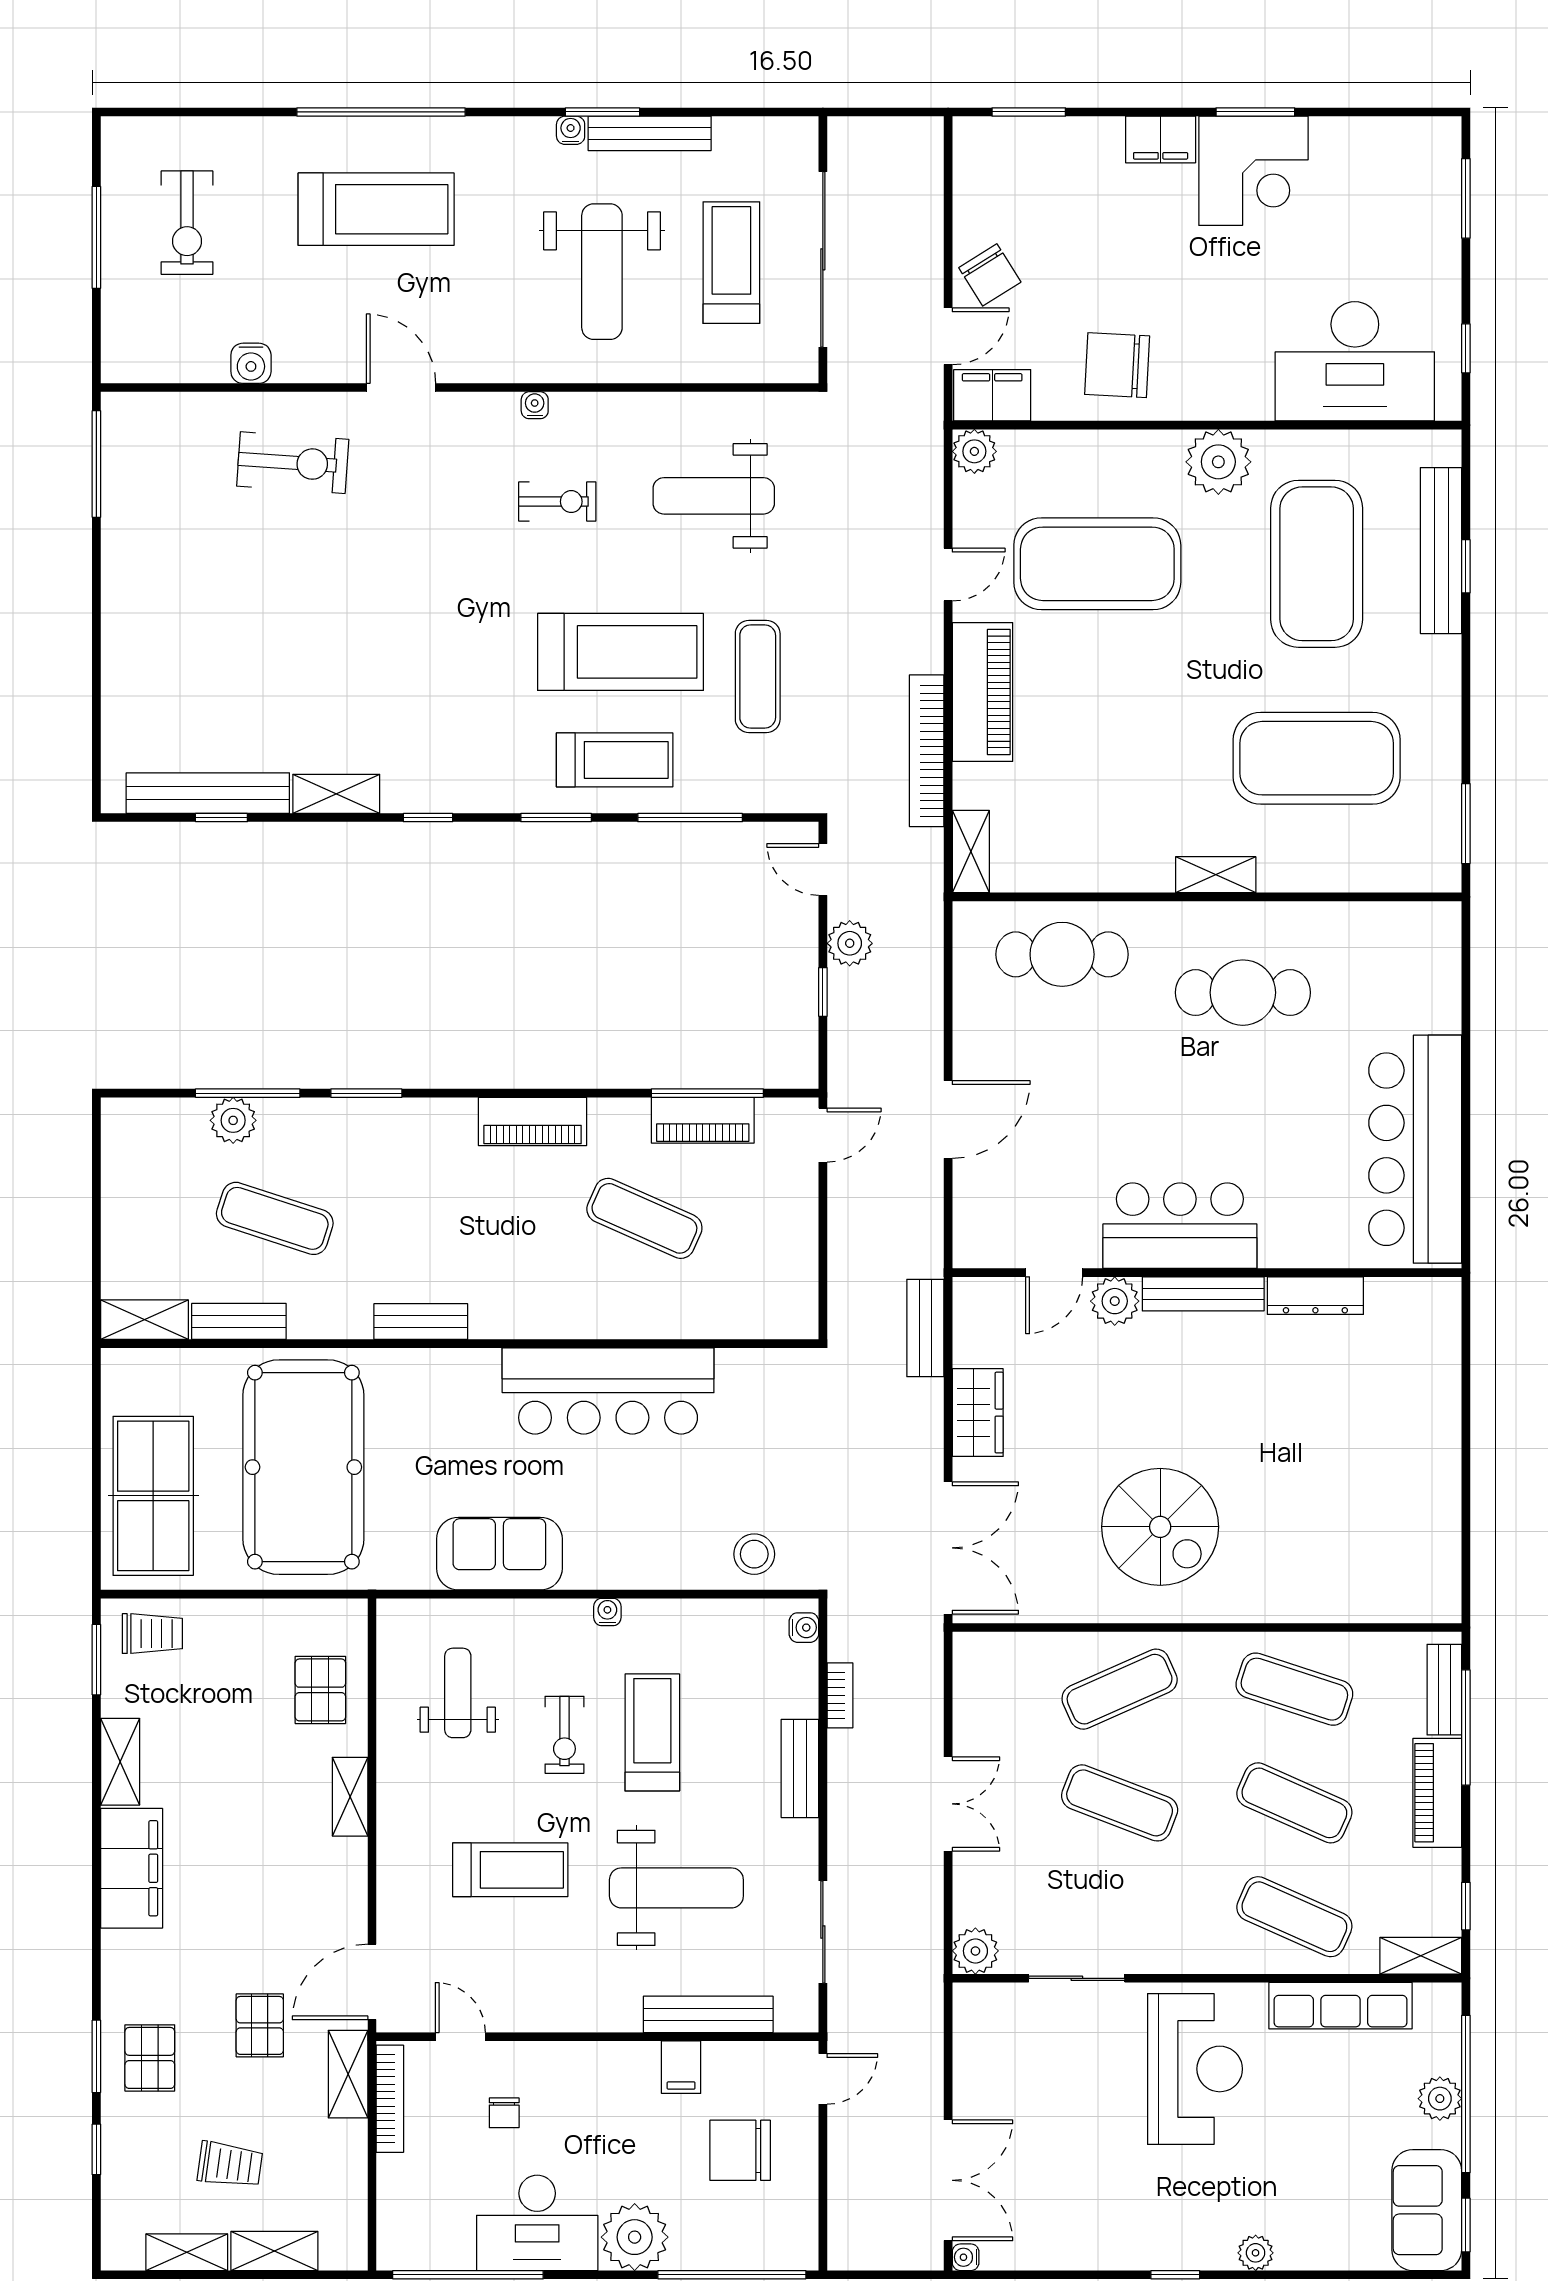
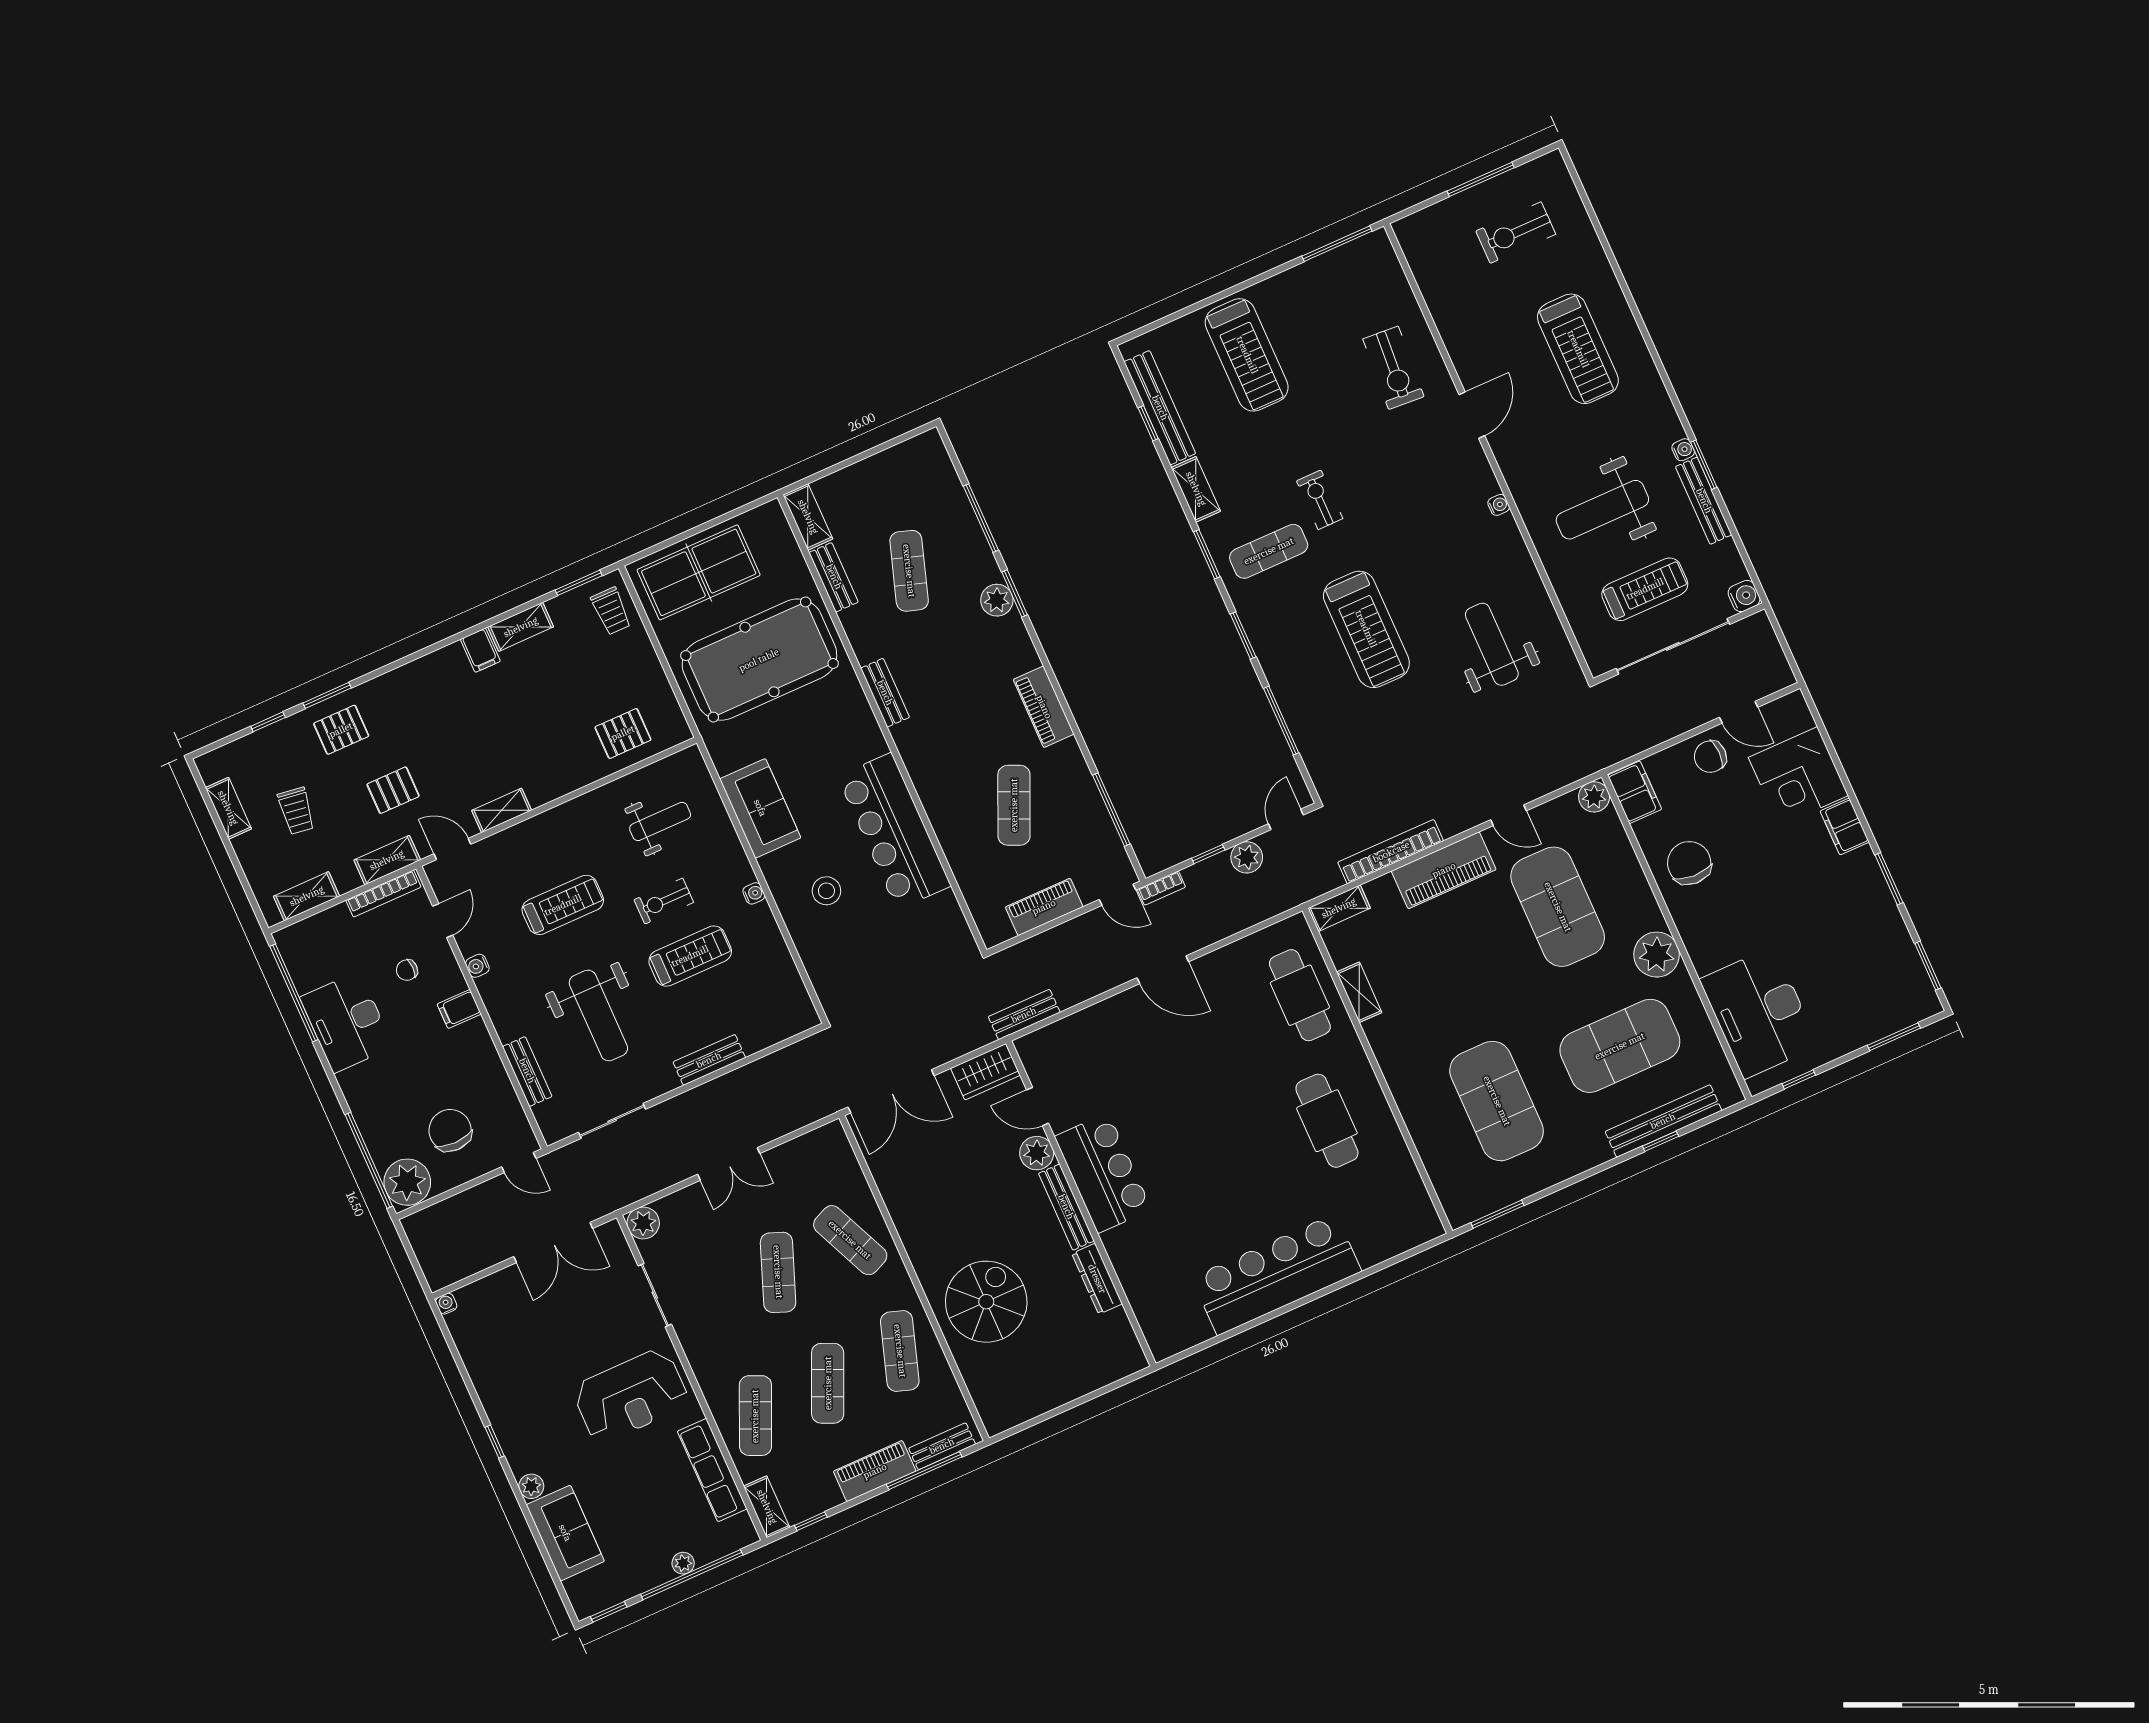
window: (381, 112) -> (1641, 324), removed
window: (1029, 112) -> (1928, 966), moved
corner desk: (1254, 171) -> (1798, 776), moved
chair: (990, 275) -> (1710, 757), turned 32
door: (948, 336) -> (1739, 712), moved
water cooler: (251, 363) -> (1744, 596), moved, turned 180
exercise bike: (557, 502) -> (1320, 500), moved, turned 180
exercise mat: (758, 676) -> (1269, 551), moved
treadmill: (615, 760) -> (1247, 355), moved, width x1.37, depth x1.38
window: (428, 818) -> (1207, 554), width x1.50
shelving: (1216, 875) -> (1359, 992), moved
plant: (233, 1120) -> (997, 600), moved
piano: (703, 1120) -> (1044, 907), moved, turned 90
bar counter: (1180, 1226) -> (1103, 1173), moved
door: (1054, 1273) -> (1038, 1107), moved
wall: (1207, 1273) -> (1081, 1203), moved
bench: (1203, 1294) -> (1066, 1207), moved
dresser: (1315, 1296) -> (1097, 1279), moved
plant: (1115, 1301) -> (1037, 1153), moved
spiral stairs: (1160, 1527) -> (986, 1302), moved, turned 180
stool: (754, 1554) -> (826, 891), moved
water cooler: (804, 1628) -> (477, 966), moved, turned 90
bookcase: (840, 1695) -> (1161, 888), moved
shelving: (350, 1797) -> (502, 810), moved
filing cabinet: (132, 1868) -> (480, 650), width x0.33, depth x0.86
treadmill: (510, 1870) -> (563, 905), turned -90
door: (372, 1982) -> (452, 849), width x0.73
bench: (708, 2014) -> (527, 1071), width x0.73
filing cabinet: (681, 2067) -> (459, 1009), moved
plant: (1440, 2099) -> (683, 1563), width x0.73, depth x0.73
double door: (948, 2180) -> (553, 1242), moved
sofa: (1427, 2210) -> (565, 1533), moved, turned 90
plant: (635, 2237) -> (407, 1182), moved
shelving: (274, 2251) -> (307, 896), moved, turned 90

